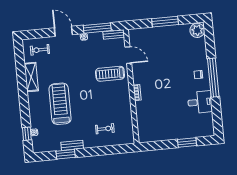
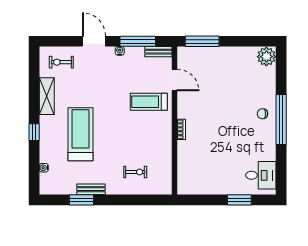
window: (165, 22) -> (202, 41), moved
desk: (200, 102) -> (261, 175), moved
window: (27, 134) -> (34, 132), moved

